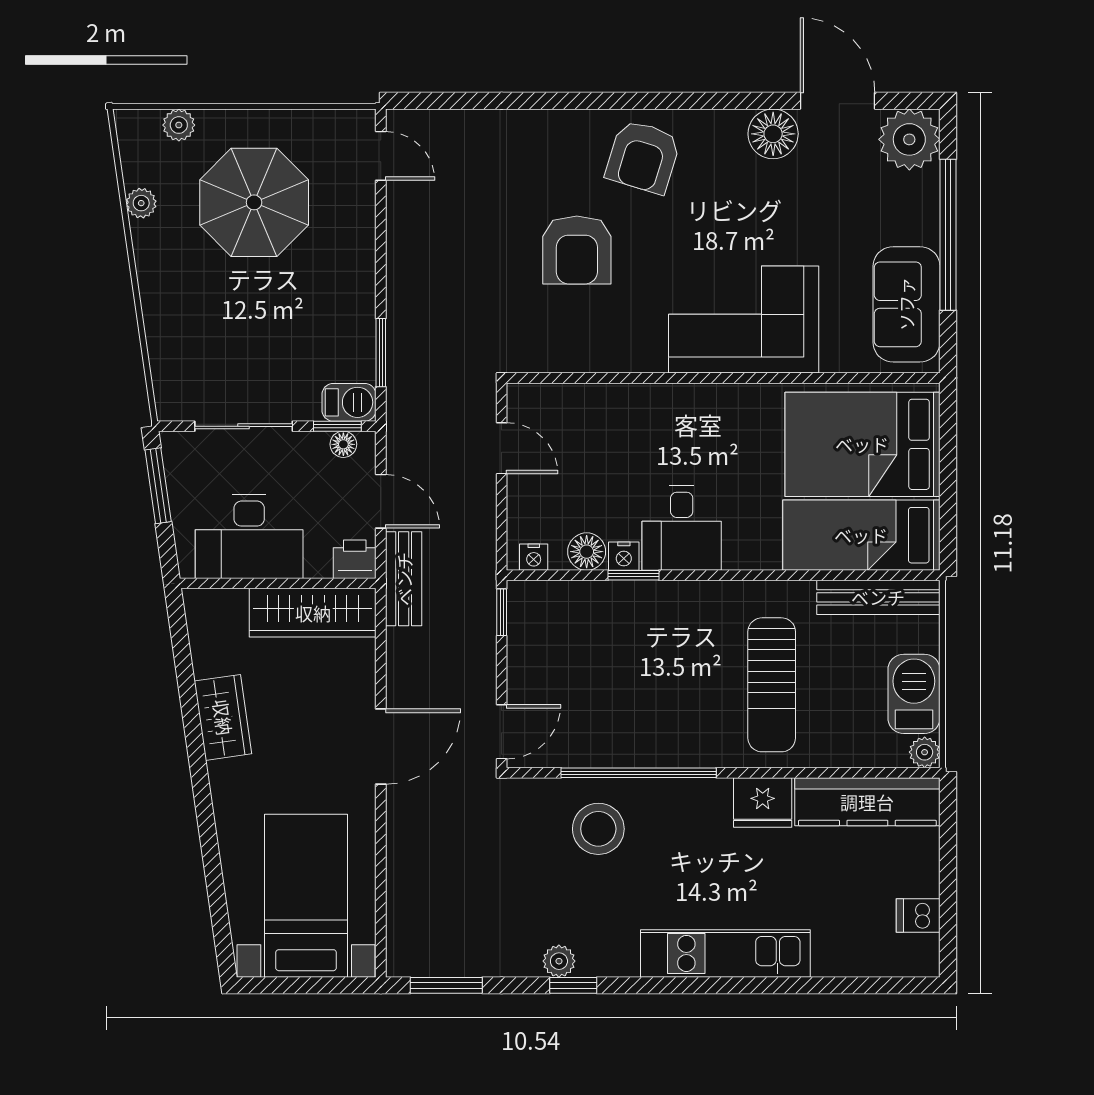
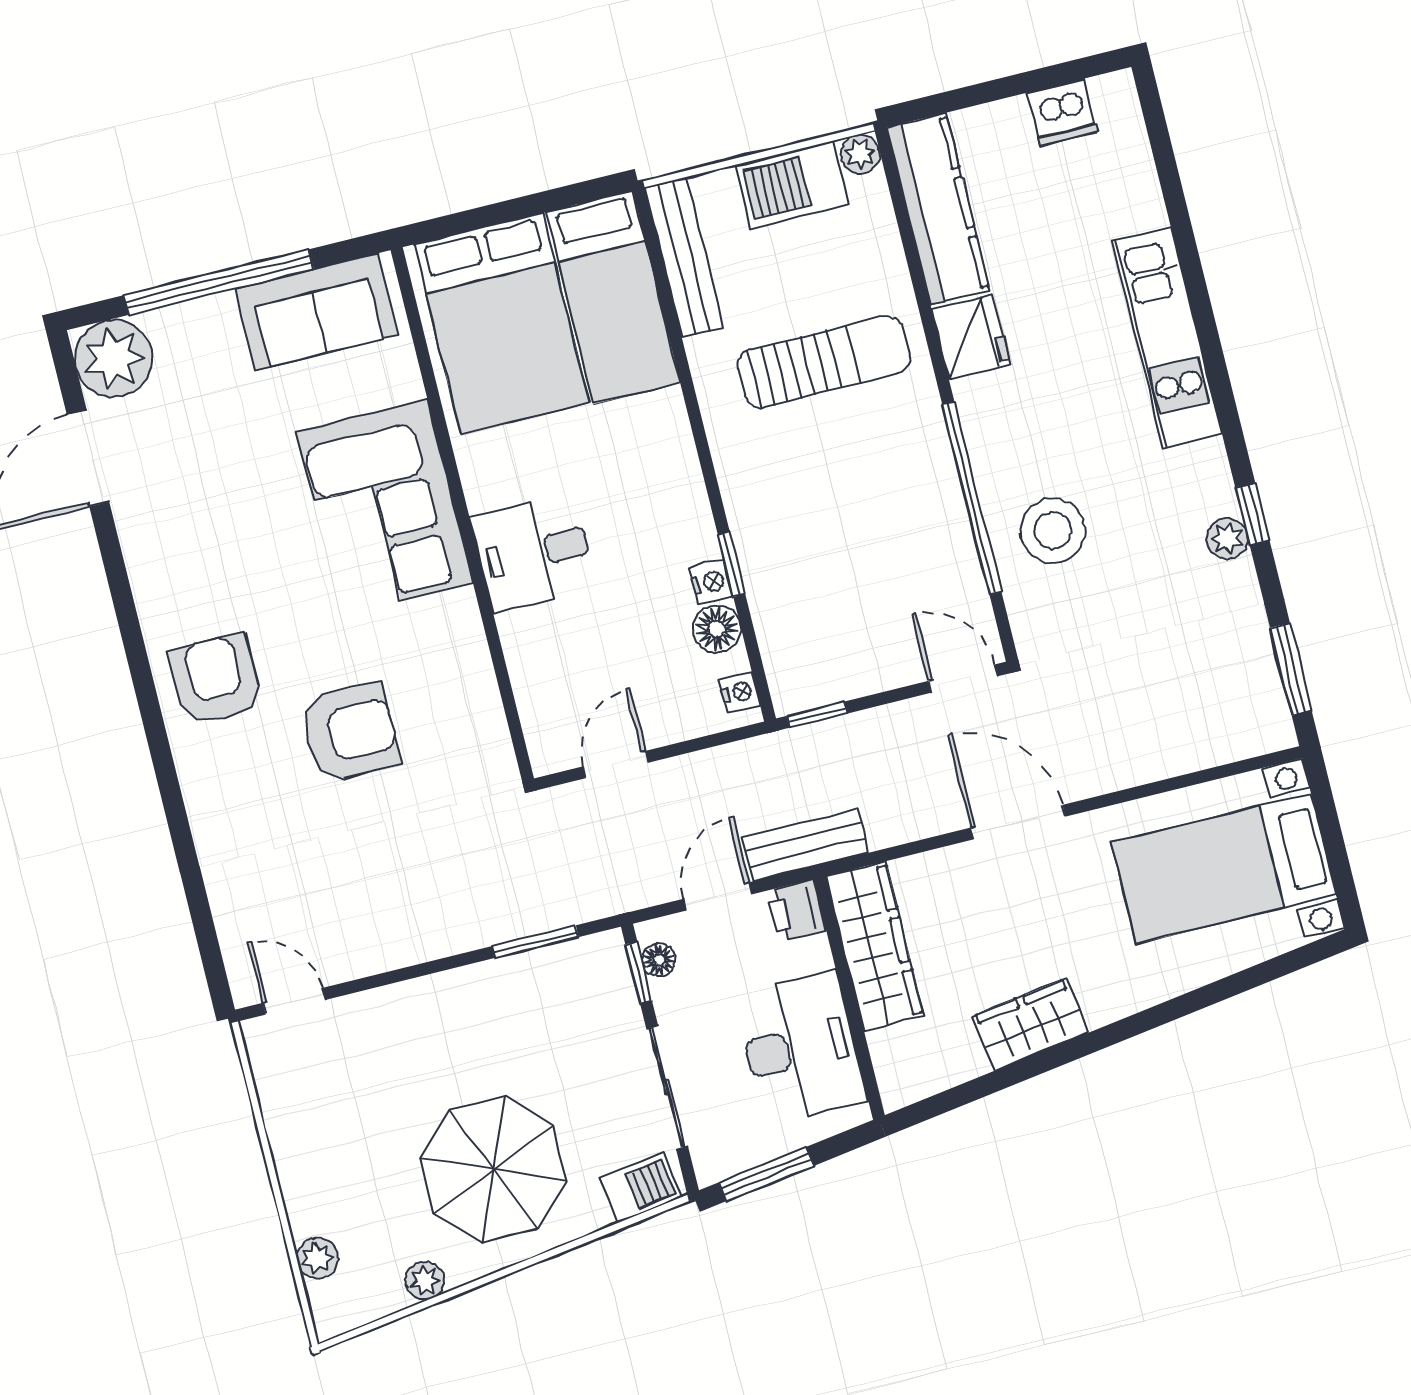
floor lamp: (773, 134) -> (148, 527), removed
door: (381, 156) -> (294, 1001), hinge flipped
armchair: (643, 157) -> (216, 680), turned -107
parasol: (254, 202) -> (493, 1170), moved
barbecue: (349, 402) -> (641, 1188), moved, turned 82
desk: (682, 528) -> (534, 553), moved, turned 180
dishwasher: (918, 915) -> (1062, 112), width x1.38

